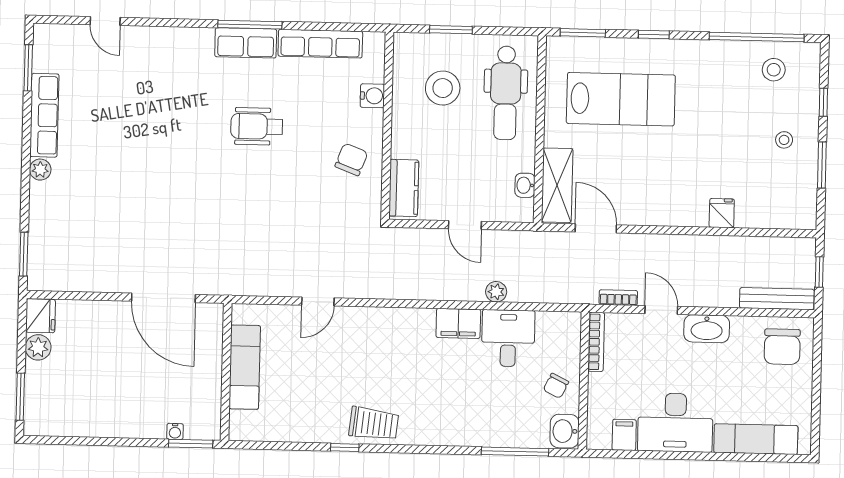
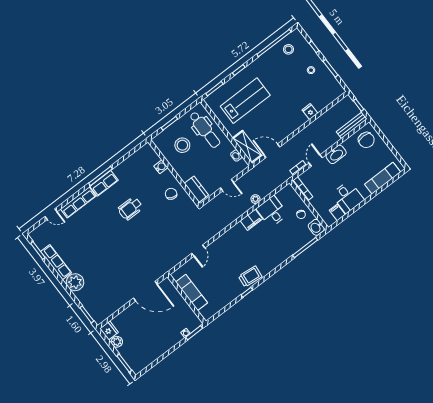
row of seats: (320, 44) -> (78, 203), moved
plant: (40, 170) -> (75, 282), width x1.88, depth x1.88
door: (661, 310) -> (316, 160), hinge flipped
desk: (675, 423) -> (348, 197), width x0.73

